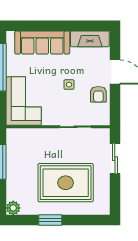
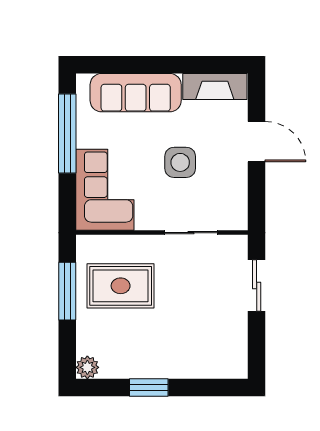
side table: (69, 85) -> (180, 162), width x1.87, depth x1.87
armchair: (98, 94) -> (229, 179), removed
rug: (66, 183) -> (121, 286), moved, width x0.73, depth x0.69

